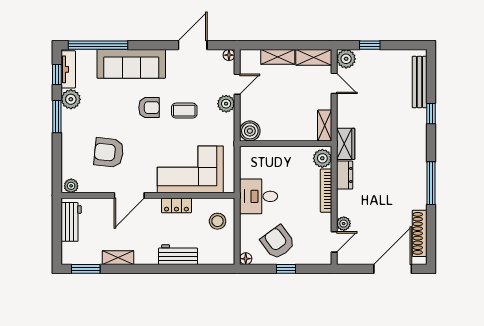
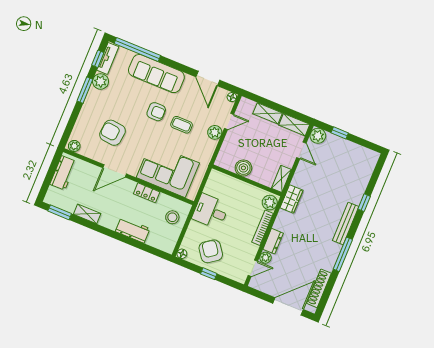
door: (193, 45) -> (208, 79), swing flipped
bench: (420, 82) -> (346, 224), moved
boiler: (250, 131) -> (243, 168), moved
dresser: (345, 175) -> (273, 241), moved

